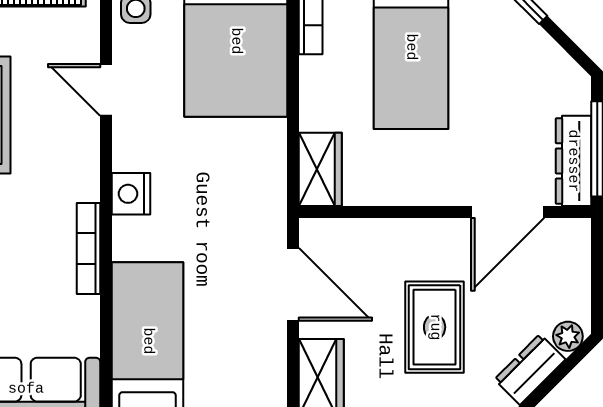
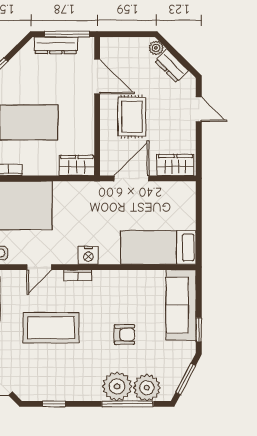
dresser: (573, 161) -> (56, 45), moved
bookcase: (88, 248) -> (78, 275), moved, width x0.64
rug: (435, 327) -> (132, 117), moved, turned 90

